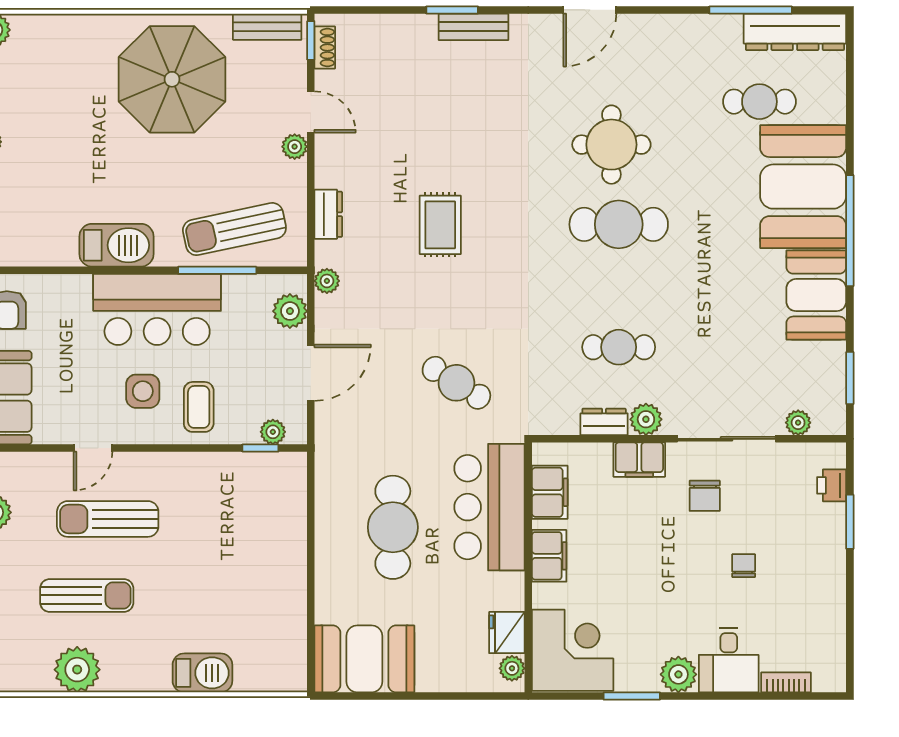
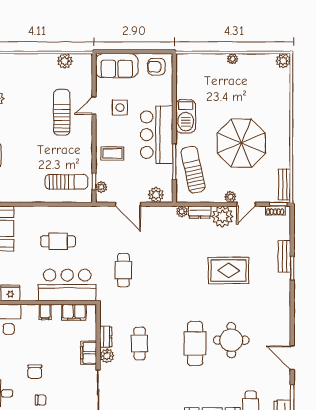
door: (590, 10) -> (292, 358), moved
bench: (473, 27) -> (284, 256), moved
parasol: (172, 79) -> (241, 143), moved
plant: (338, 164) -> (223, 217), added
rug: (440, 225) -> (228, 271), moved, width x1.36, depth x1.43
plant: (327, 281) -> (182, 211), moved
cafe table: (456, 383) -> (123, 270), turned -32
side table: (143, 391) -> (120, 107), moved
door: (93, 448) -> (94, 106), hinge flipped
chair: (705, 496) -> (35, 372), moved, turned -90
cafe table: (393, 527) -> (58, 241), width x0.73, depth x0.74
filing cabinet: (549, 556) -> (45, 312), width x0.50
sun lounger: (87, 595) -> (66, 182), moved, turned -90

